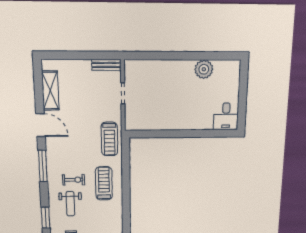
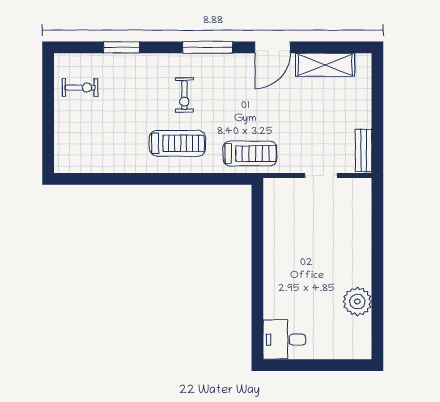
treadmill: (109, 139) -> (250, 154), turned 180
weight bench: (70, 204) -> (144, 88), removed

